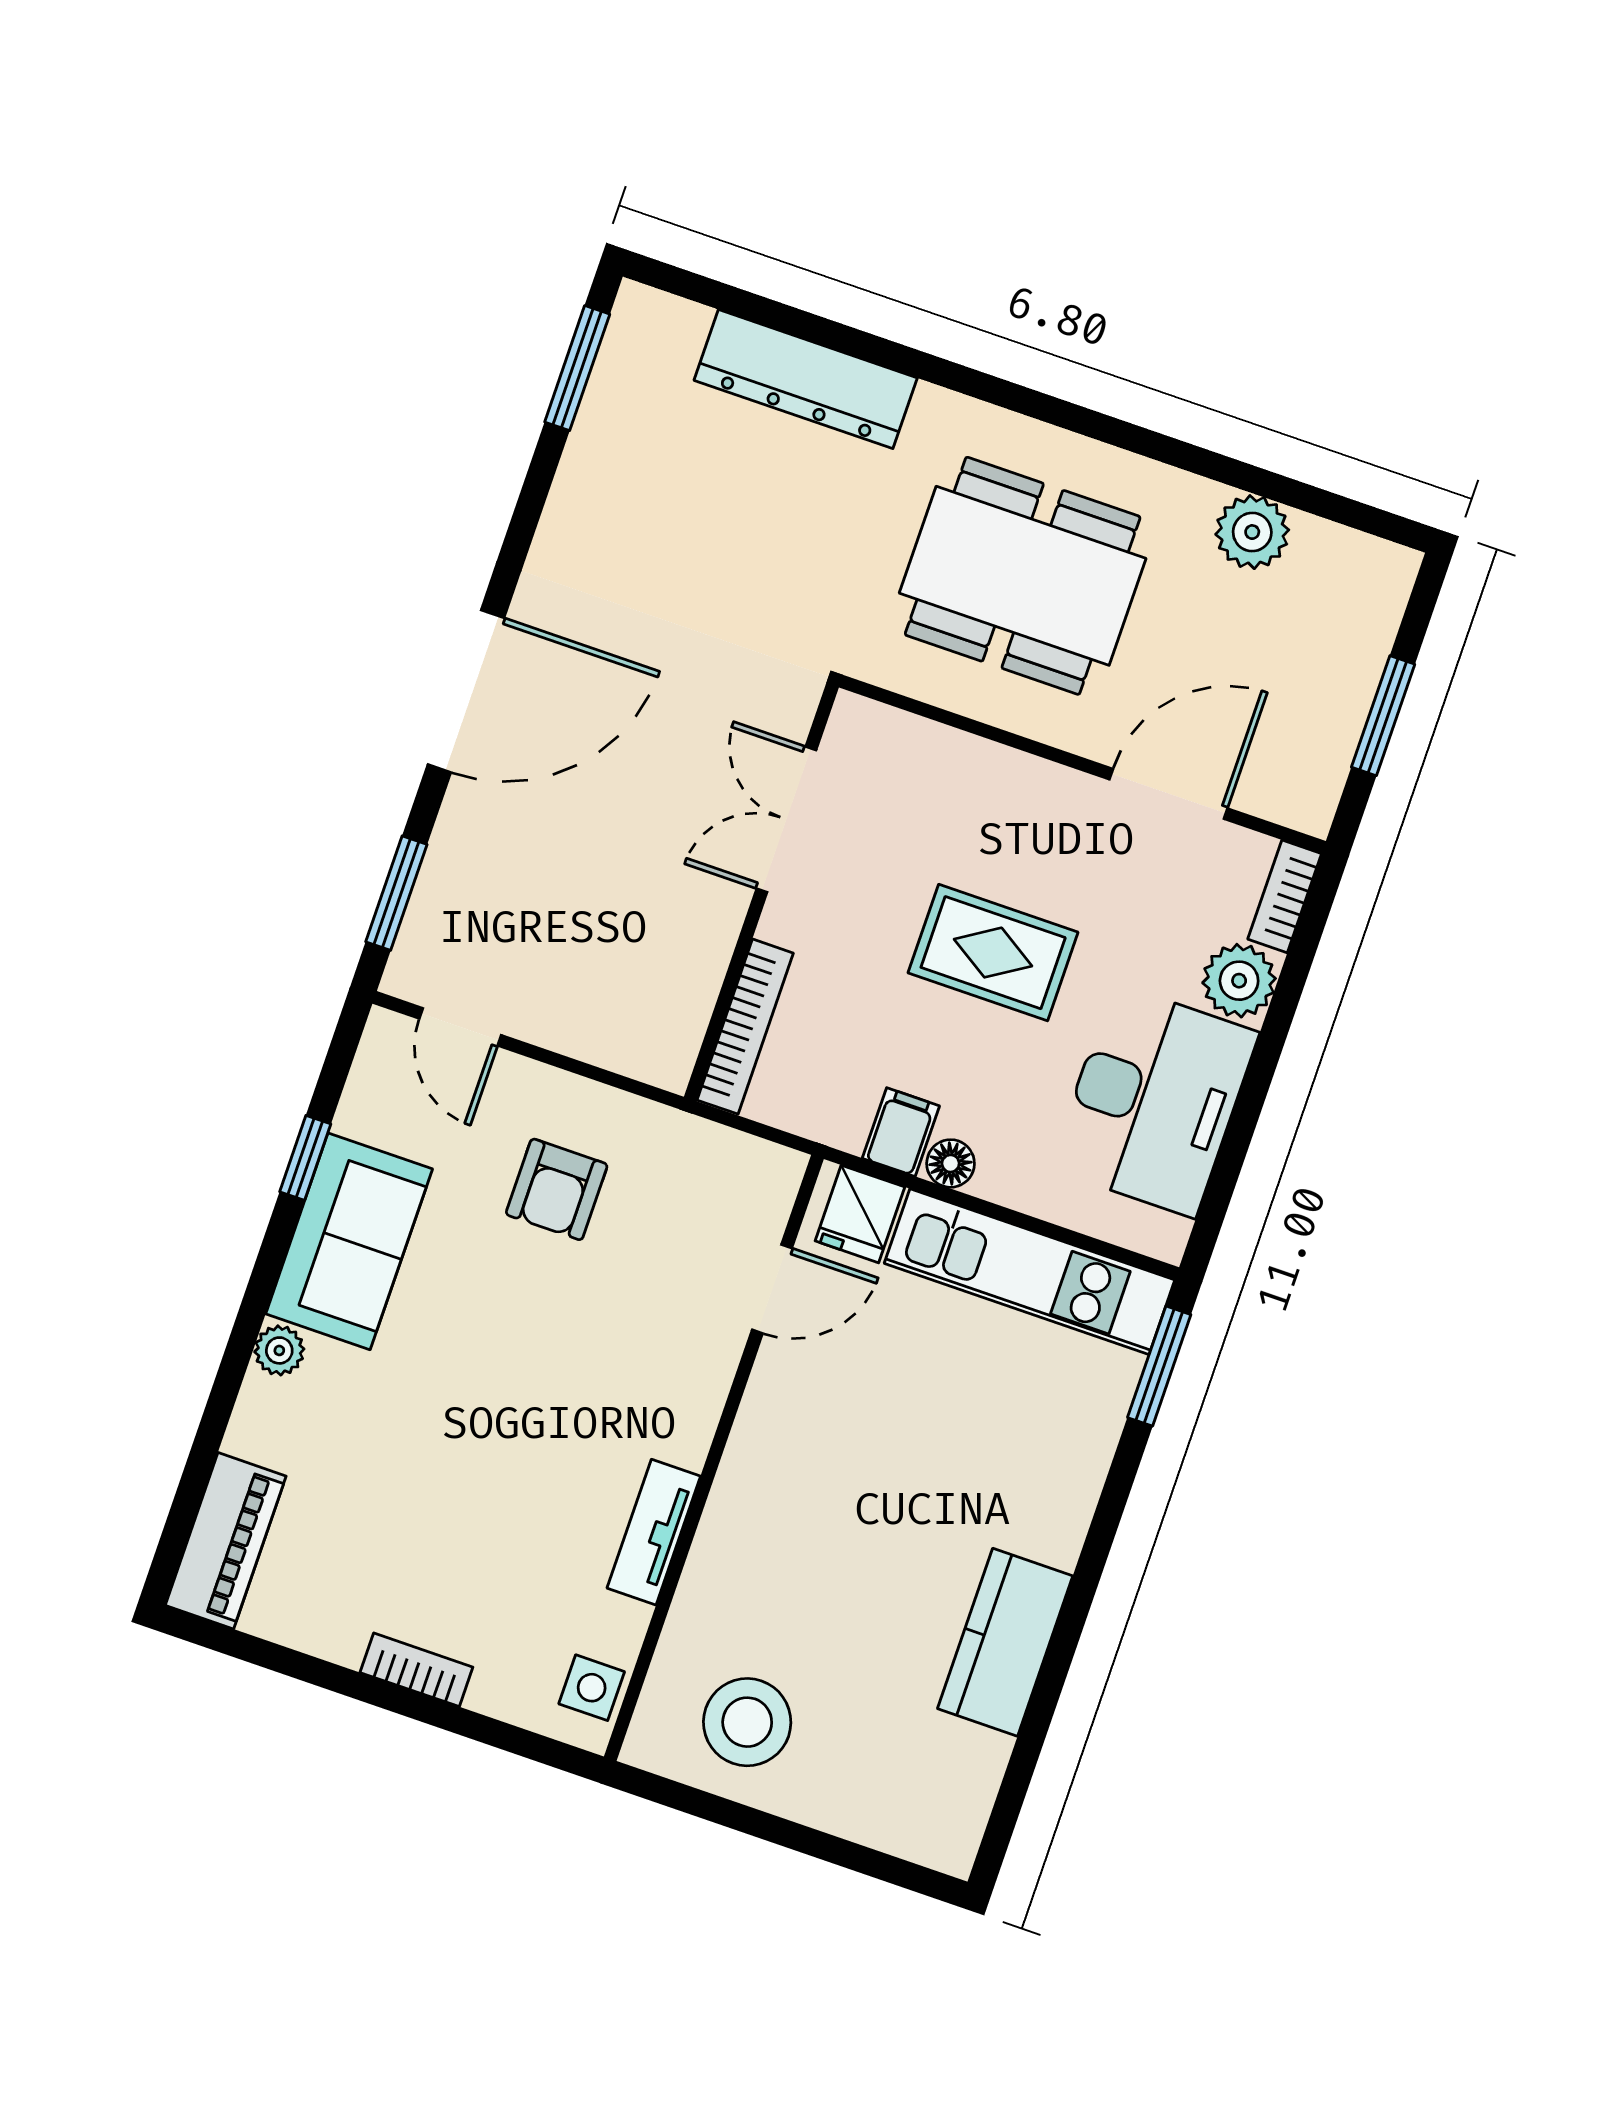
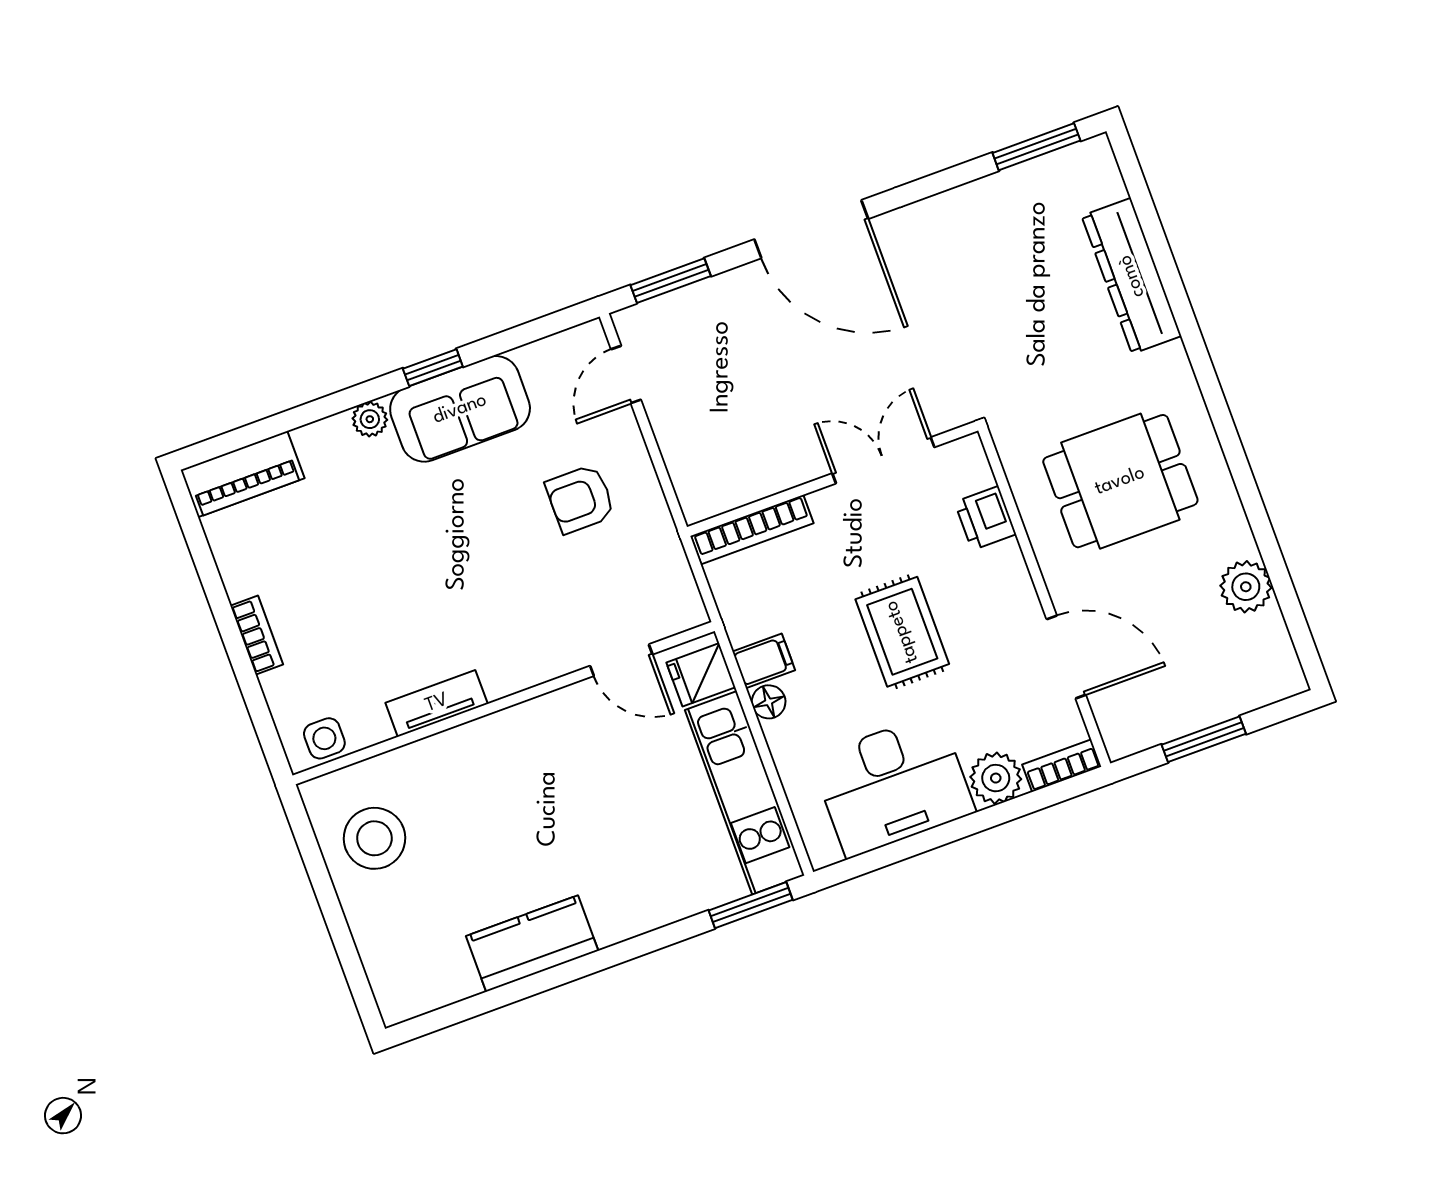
dining table: (1023, 576) -> (1120, 481), width x0.73
printer: (942, 759) -> (985, 518), added
window: (305, 1158) -> (433, 368), moved

